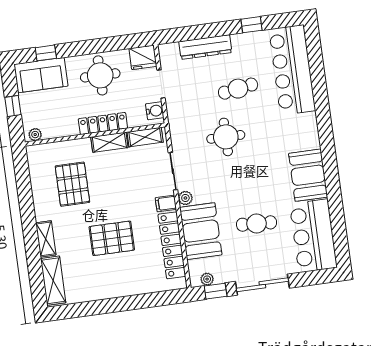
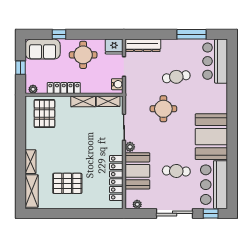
window: (251, 25) -> (191, 34), width x2.17
dresser: (205, 47) -> (143, 45), moved
window: (46, 53) -> (59, 34), moved
bar counter: (292, 70) -> (215, 61), width x0.73
locker: (103, 123) -> (64, 88), moved
booth: (308, 175) -> (211, 137), width x1.36, depth x1.42
pallet: (72, 184) -> (44, 114), moved
filing cabinet: (166, 203) -> (116, 149), removed
pallet: (112, 238) -> (67, 183), moved
window: (216, 291) -> (211, 213), moved

